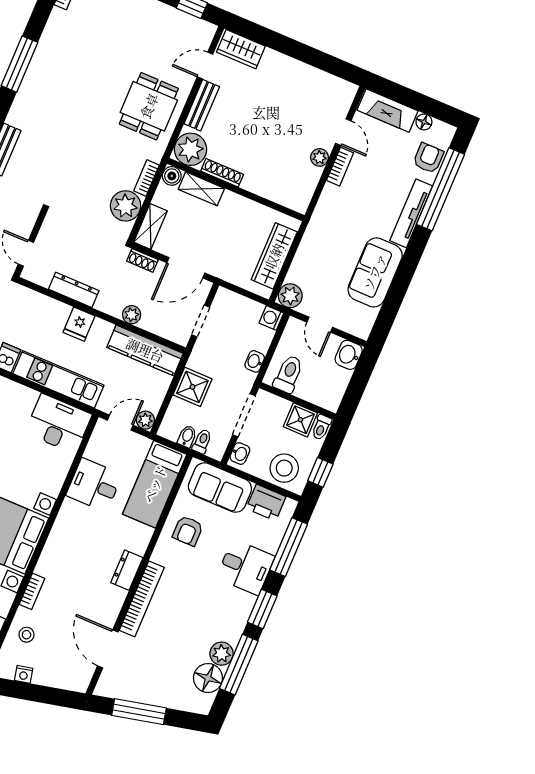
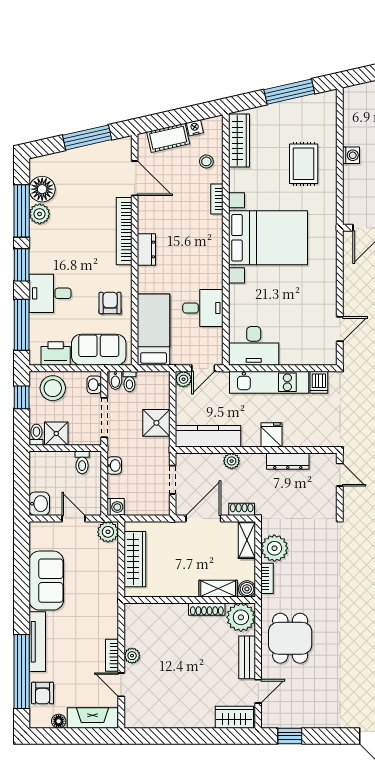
toilet: (288, 374) -> (82, 462), width x0.73, depth x0.72
bidet: (187, 436) -> (115, 380), moved
cot: (56, 676) -> (168, 138), added

